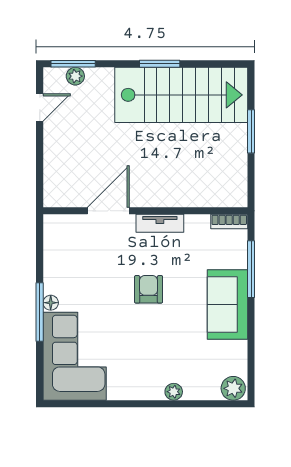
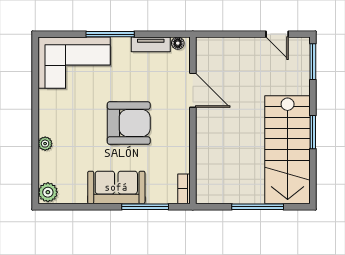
plant: (75, 76) -> (303, 63), removed
window: (251, 131) -> (258, 207), width x1.44
tv unit: (160, 223) -> (151, 44), moved, turned -90
armchair: (149, 289) -> (129, 123), width x1.88, depth x1.88
floor lamp: (51, 303) -> (178, 43), moved

